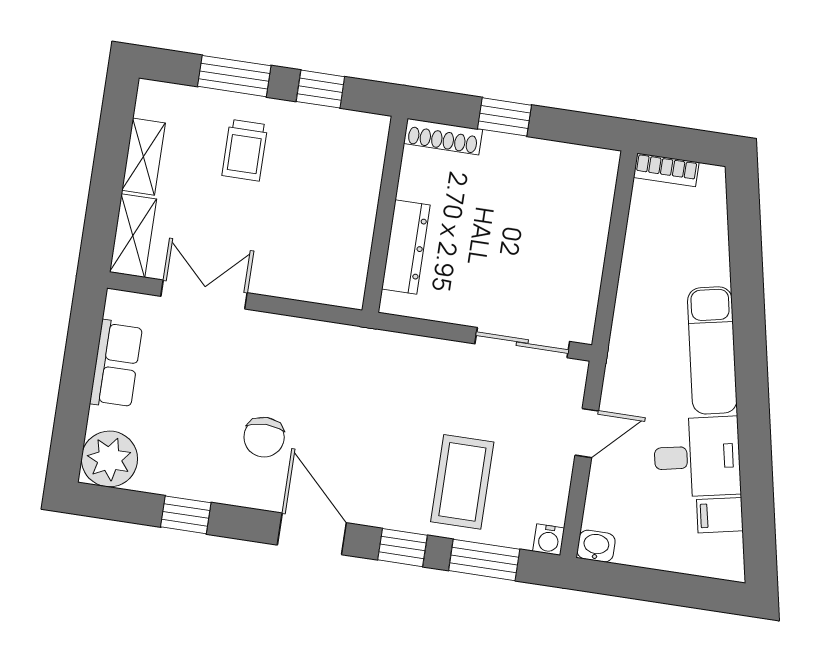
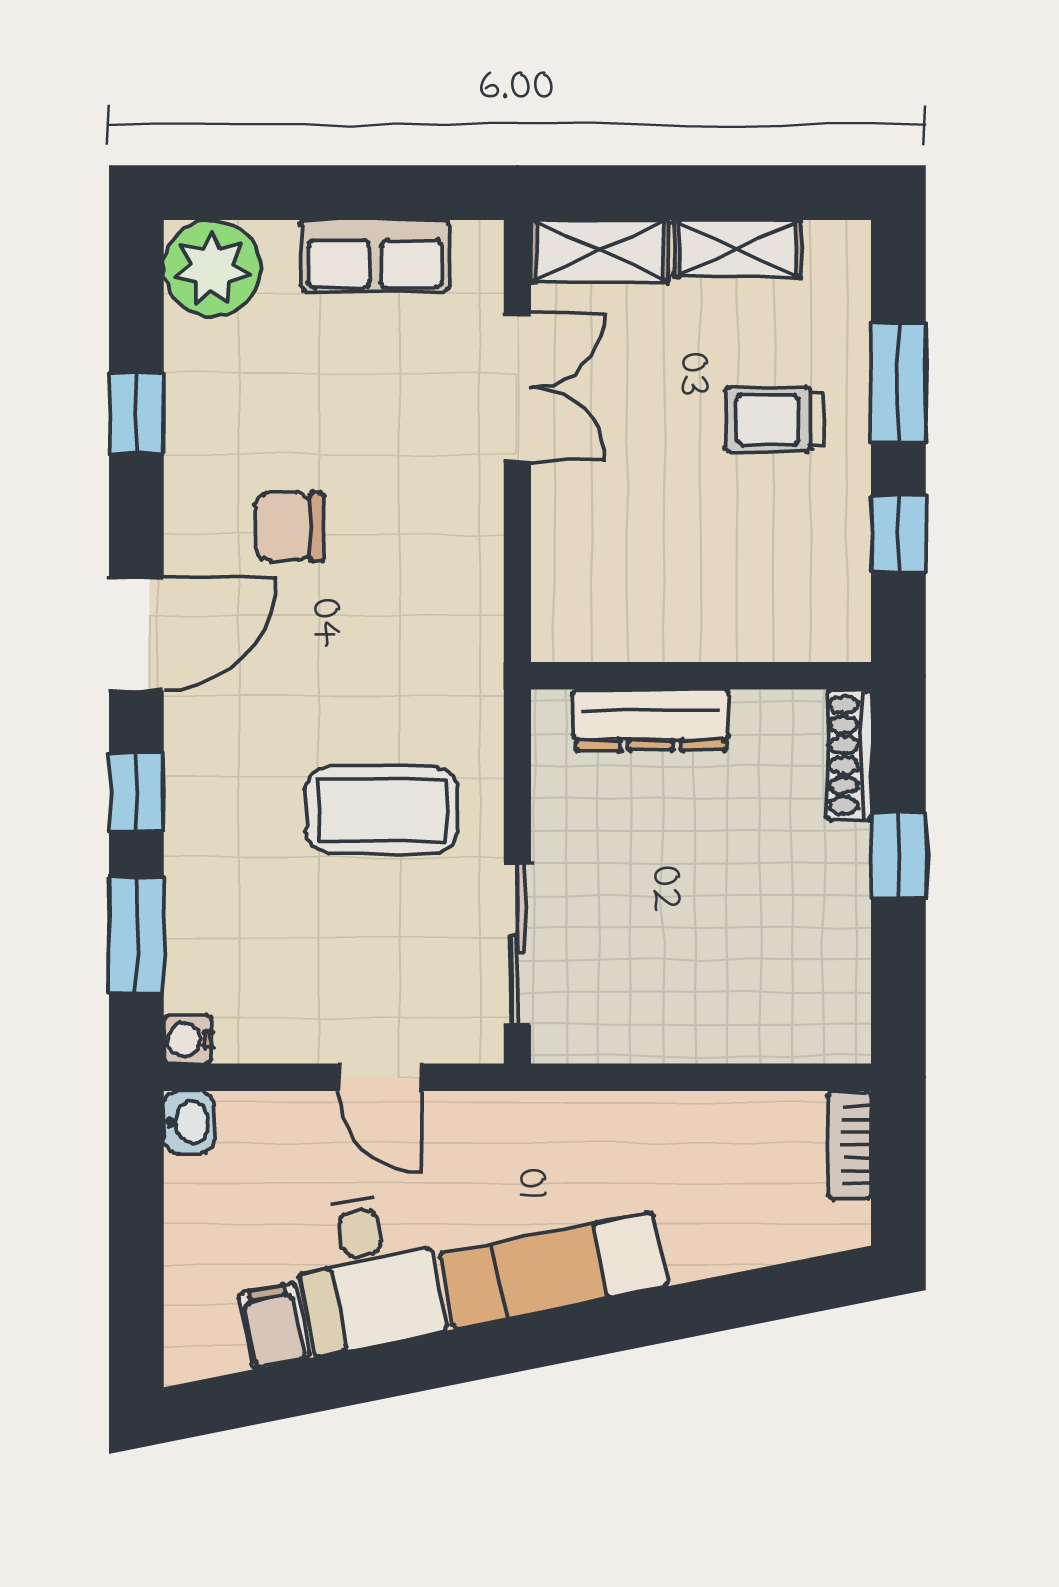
coffee table: (462, 482) -> (382, 810), moved

